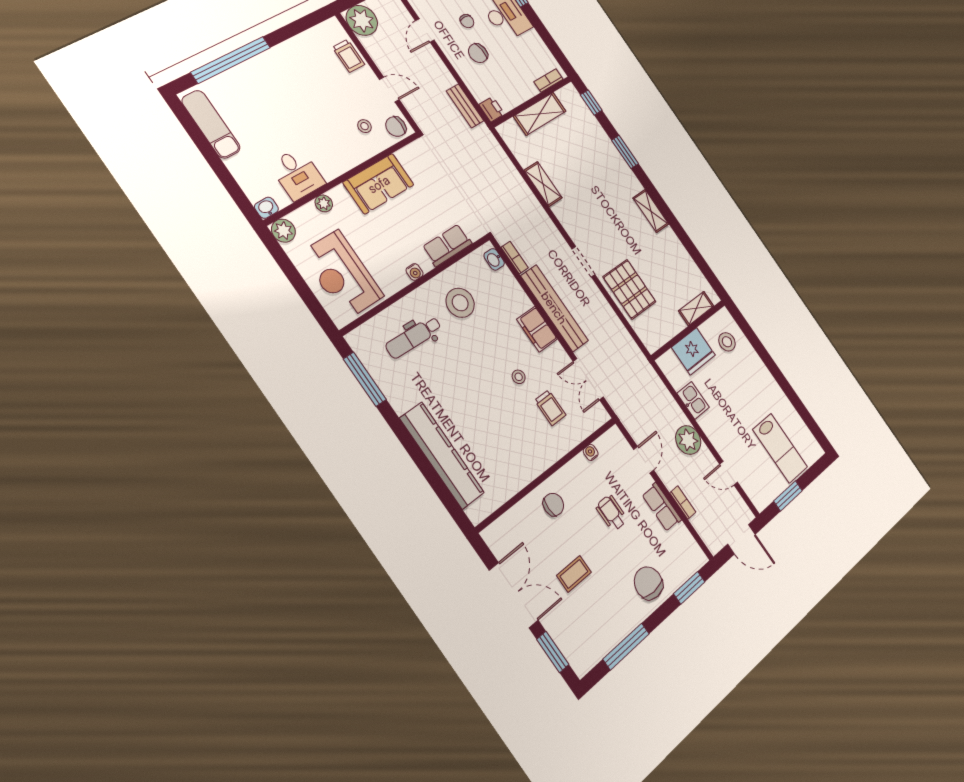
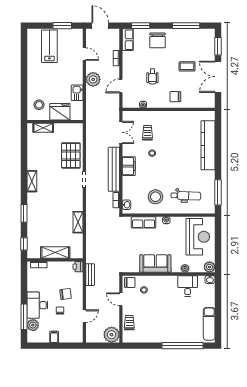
row of seats: (662, 507) -> (128, 40), moved

